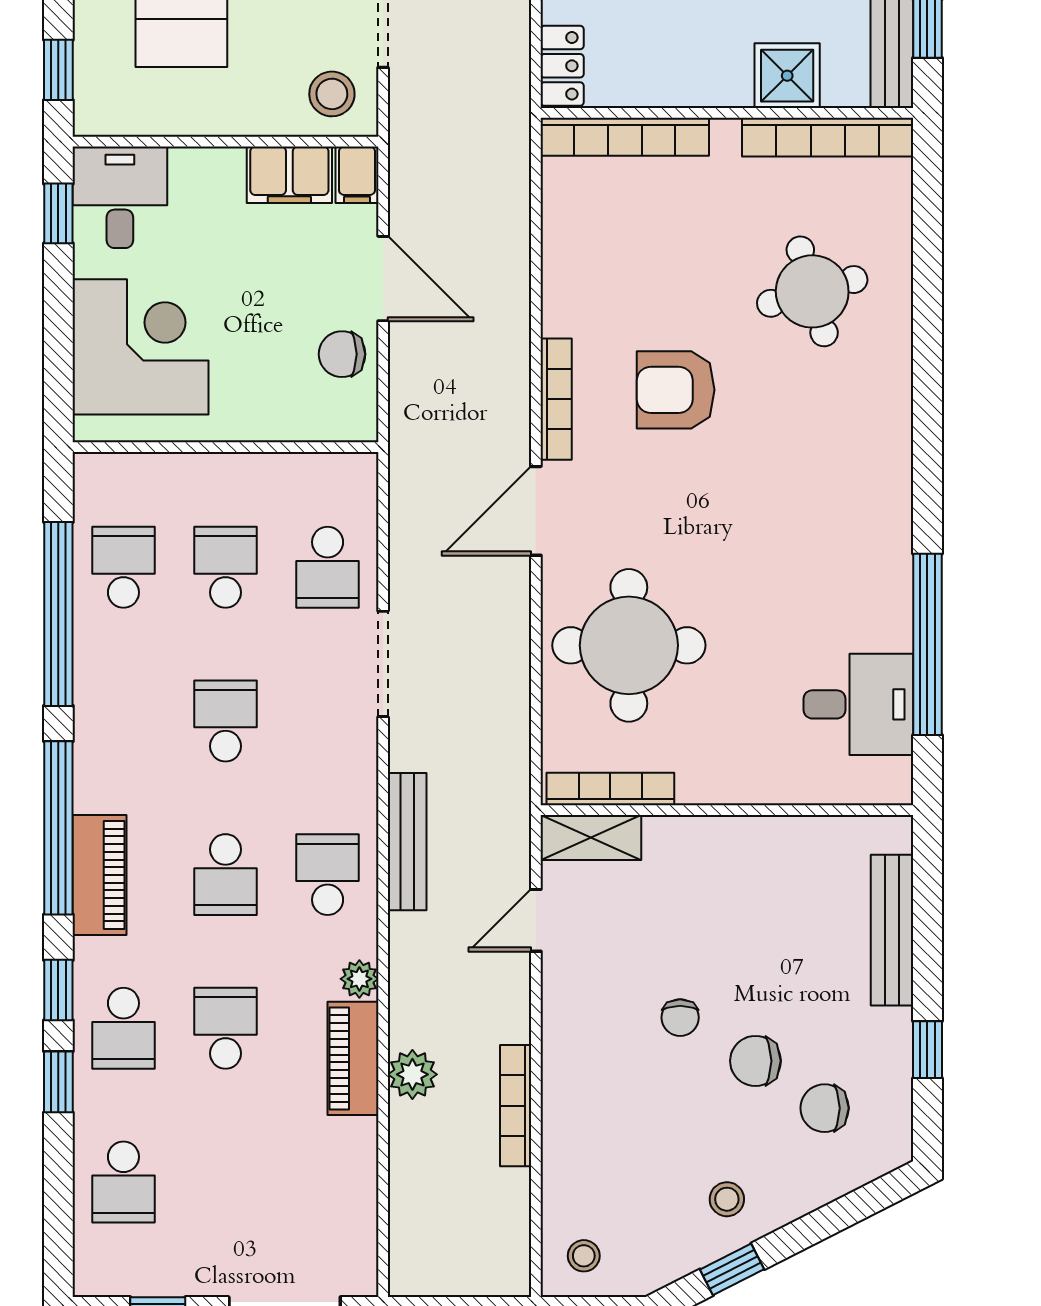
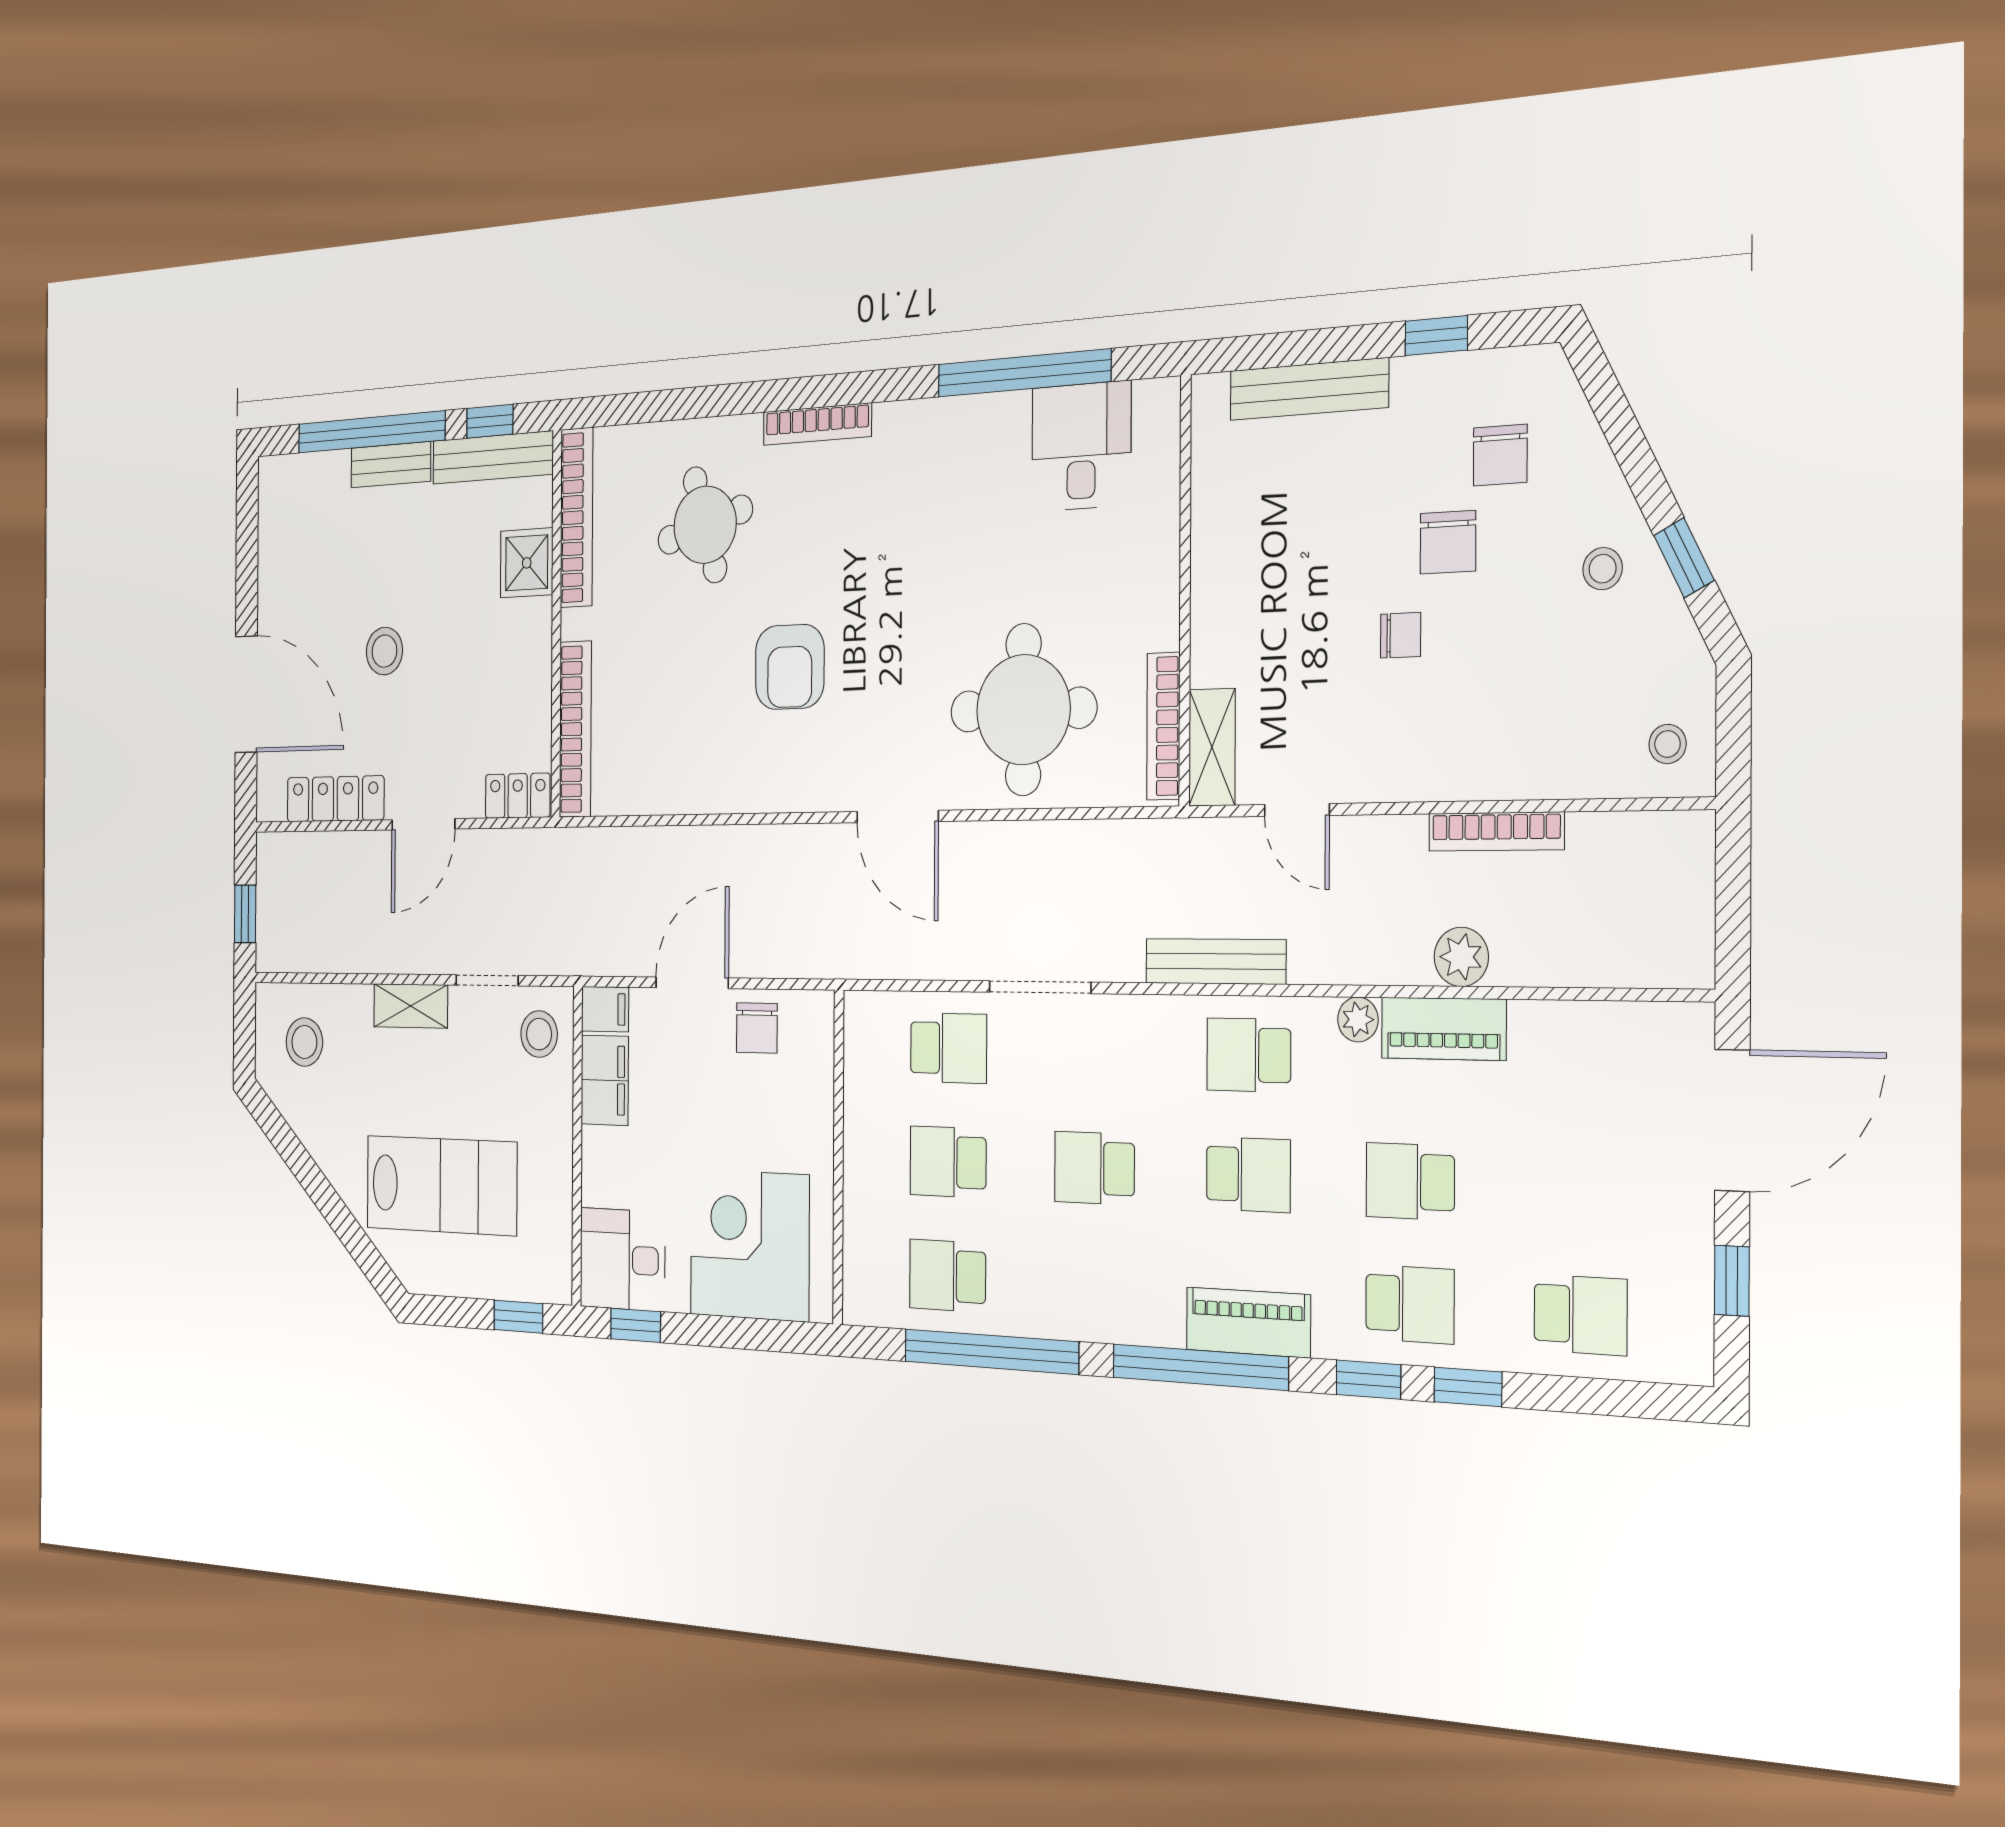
bookcase: (556, 399) -> (817, 424), moved, turned 180

